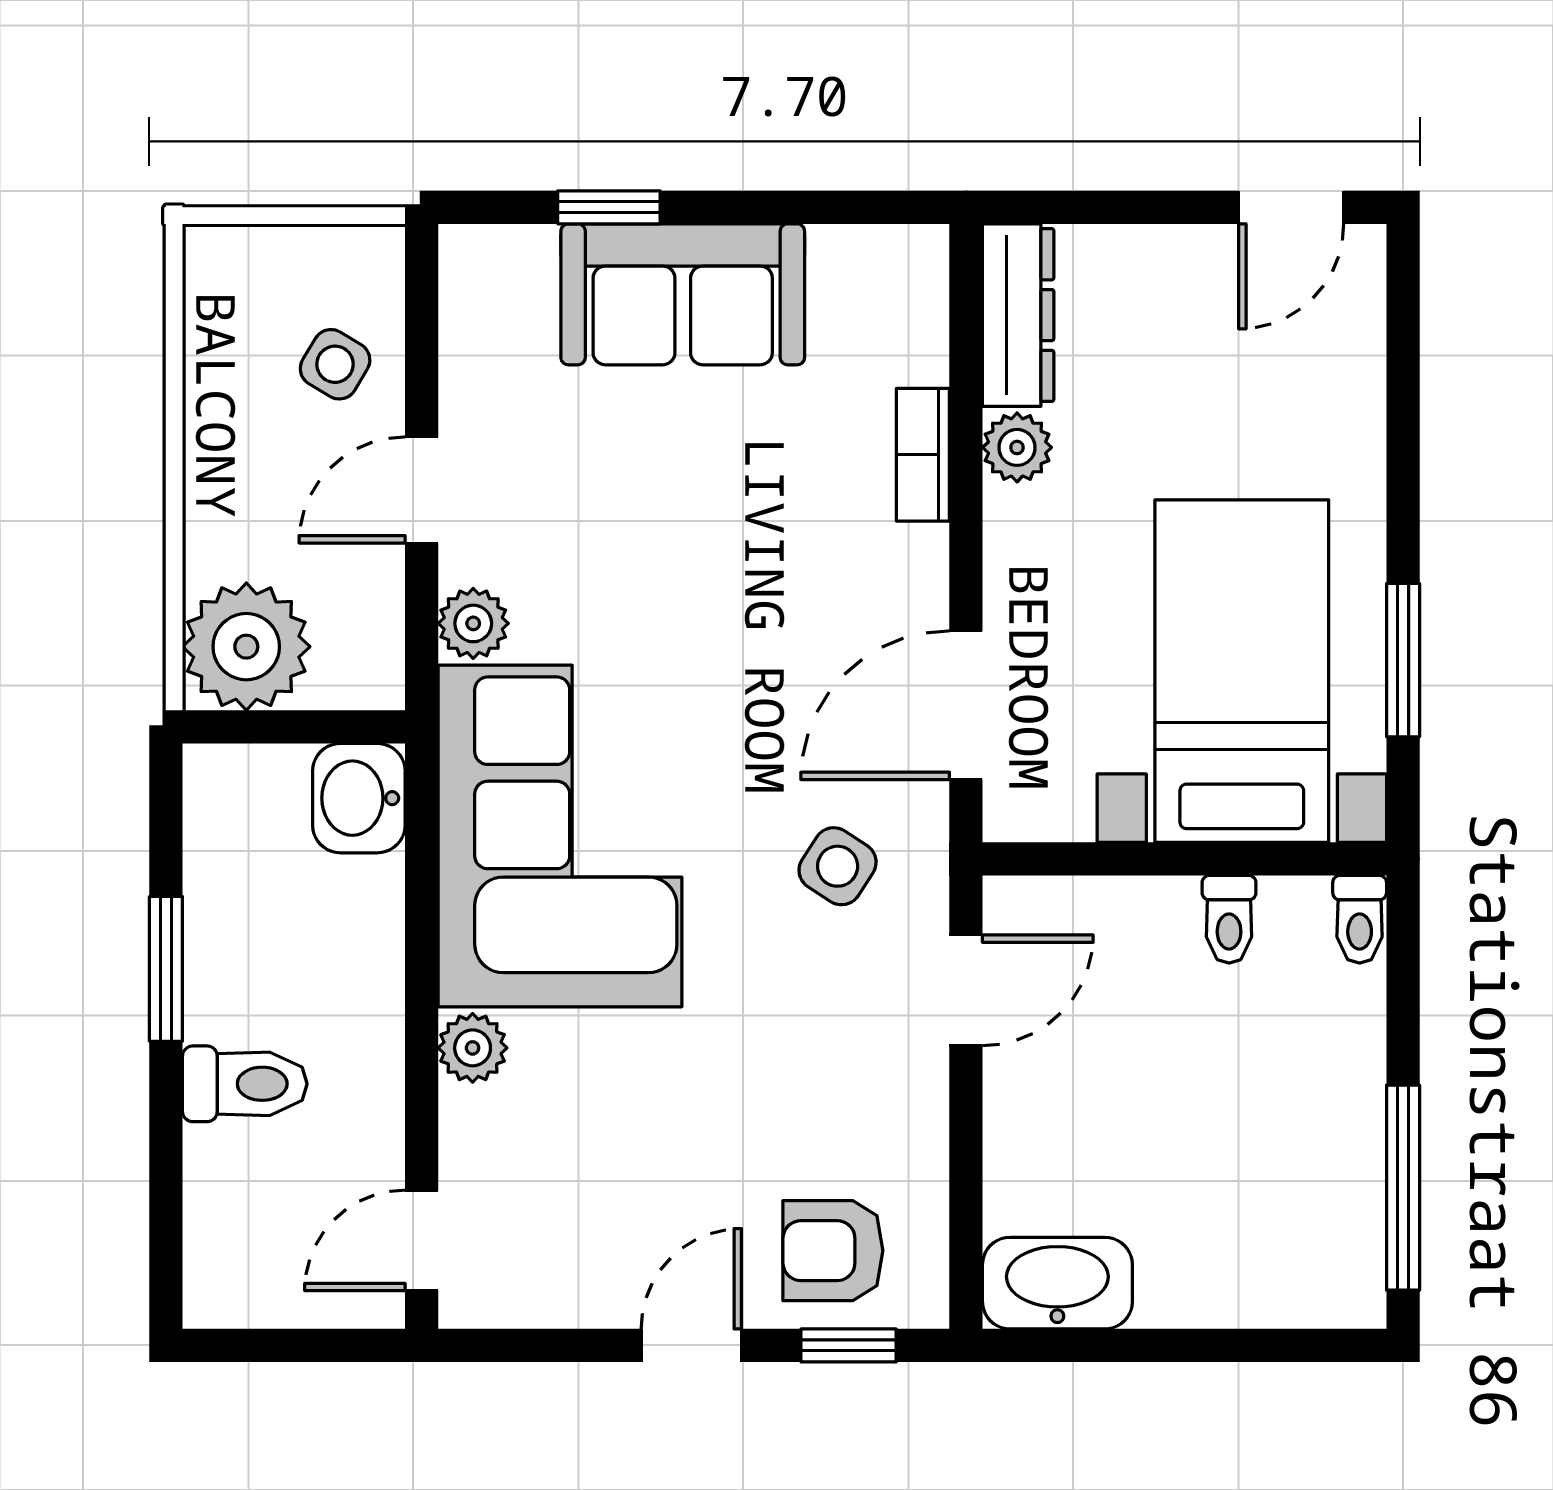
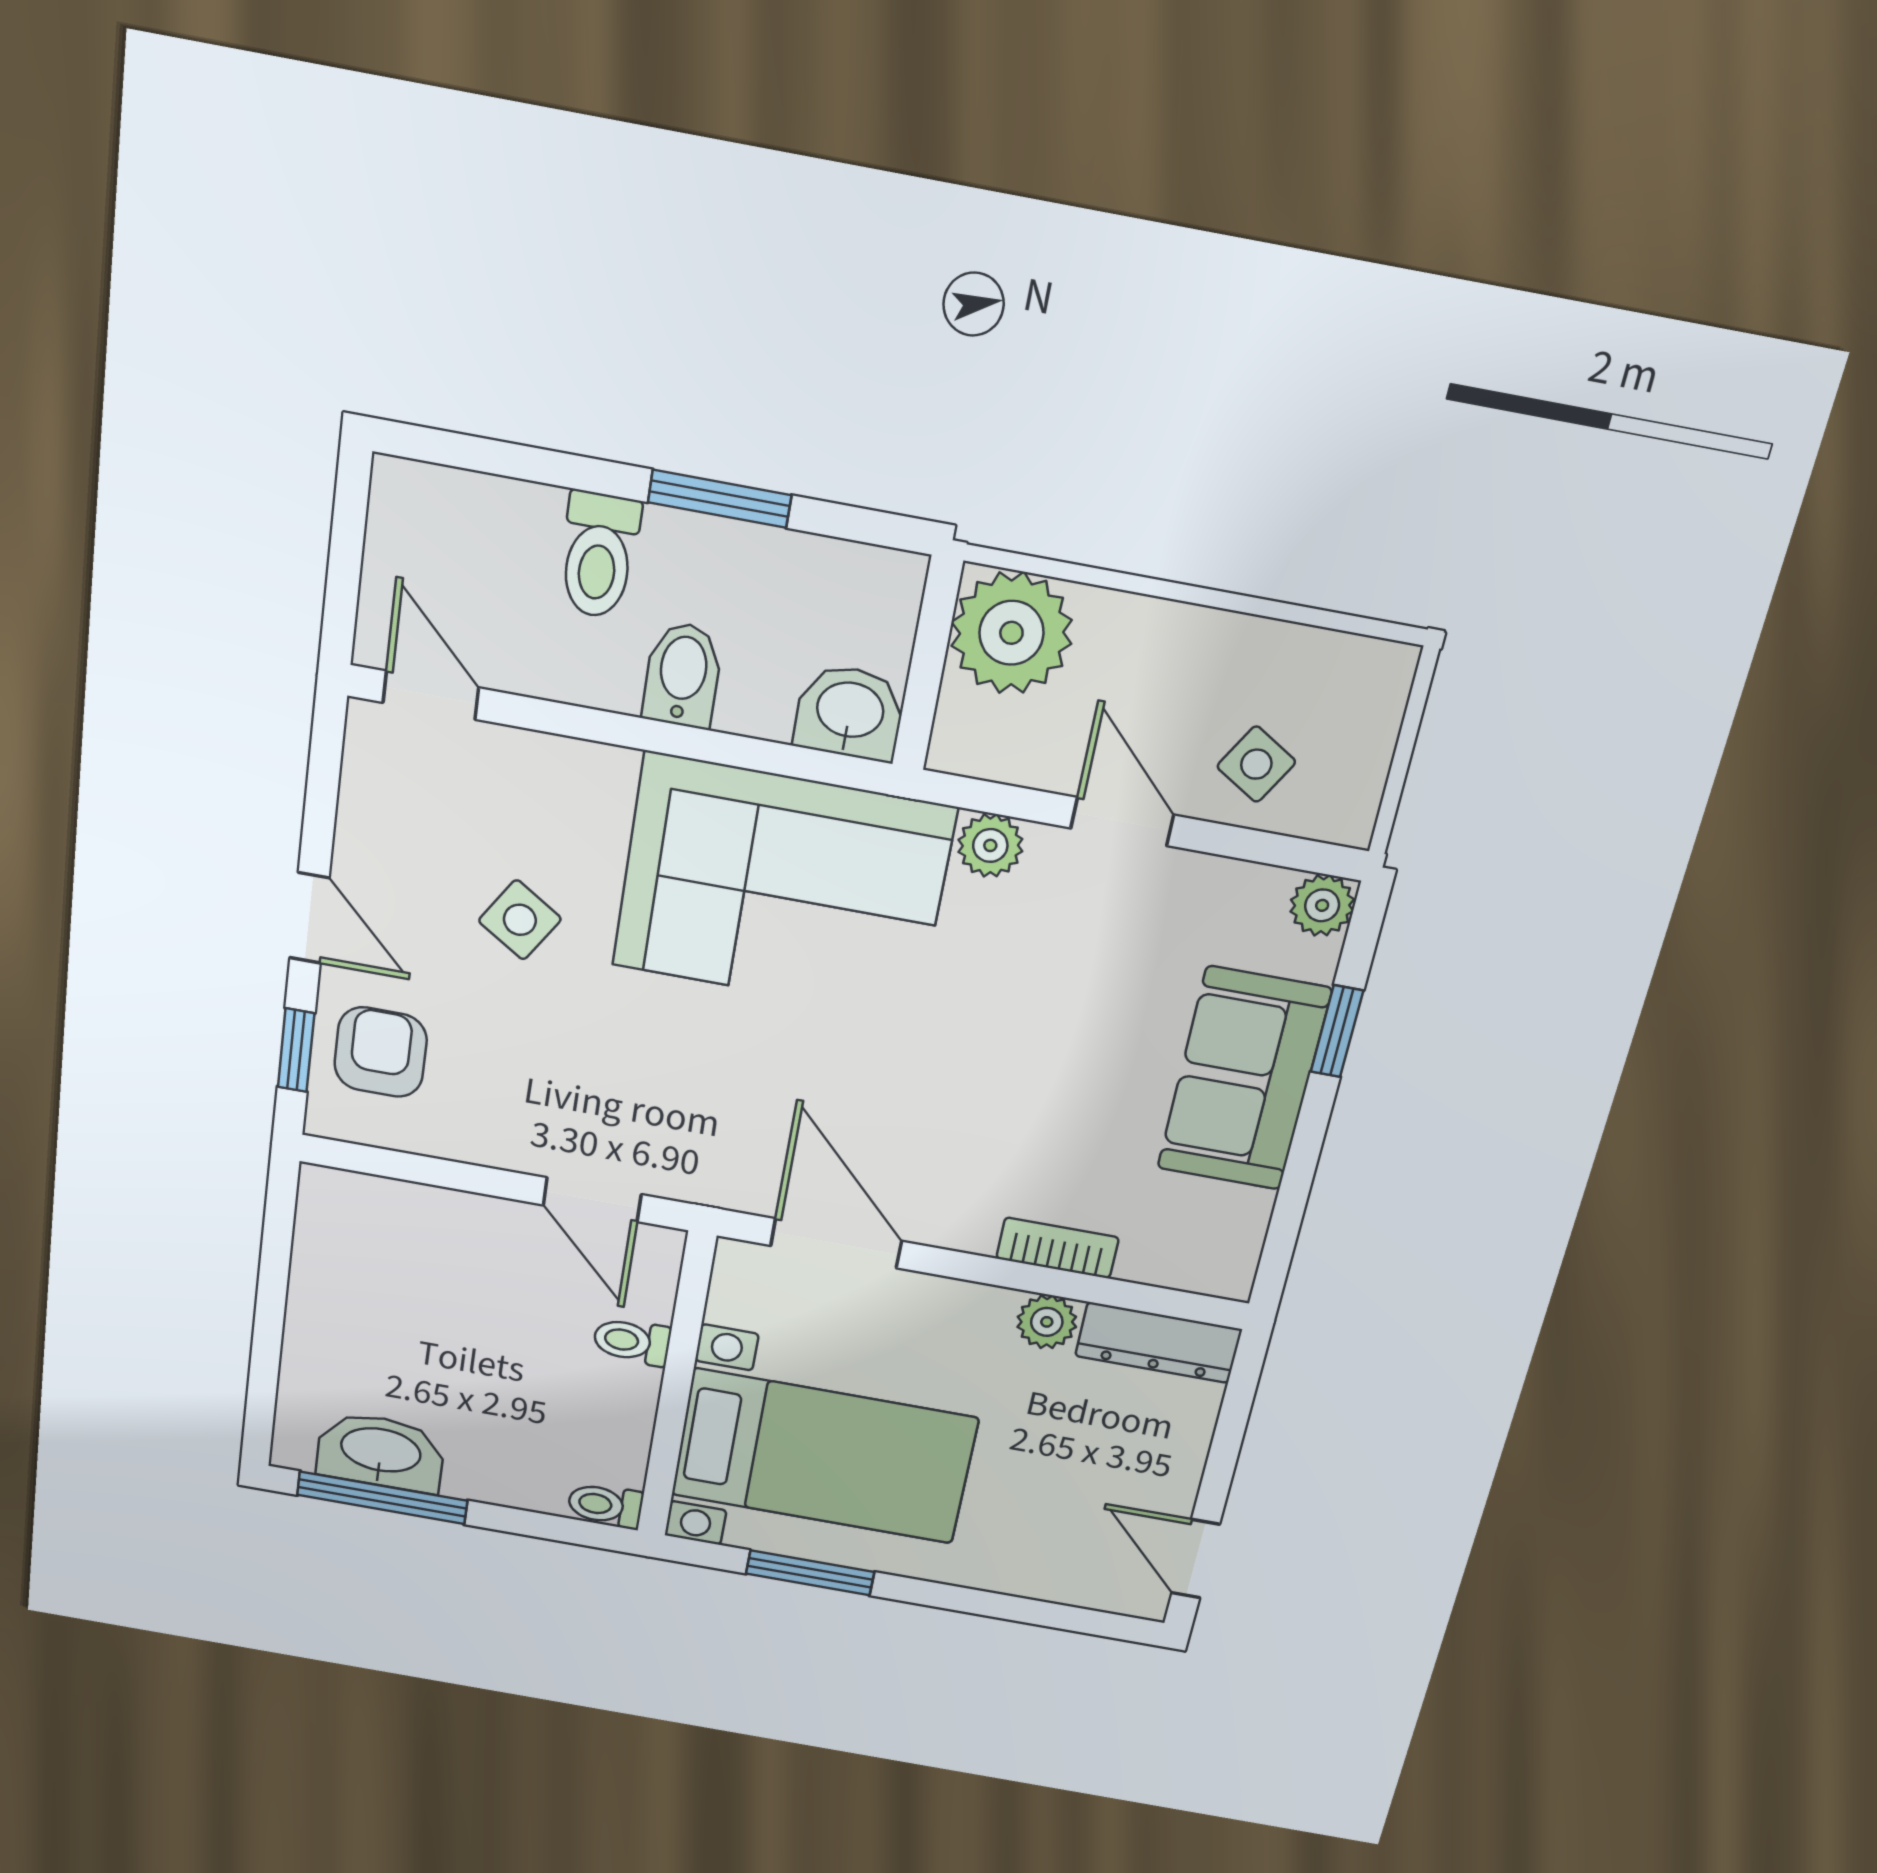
side table: (838, 866) -> (520, 920), moved
toilet: (1229, 919) -> (632, 1341), moved
bidet: (352, 979) -> (683, 675), added
plant: (473, 1048) -> (1322, 905), moved
washbasin: (1057, 1283) -> (381, 1452), moved, turned -90

